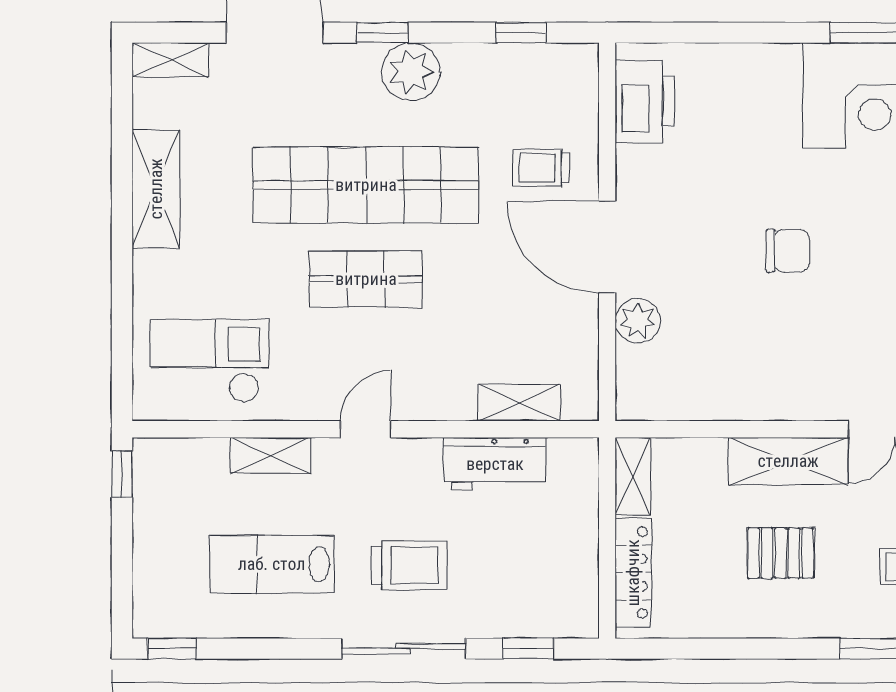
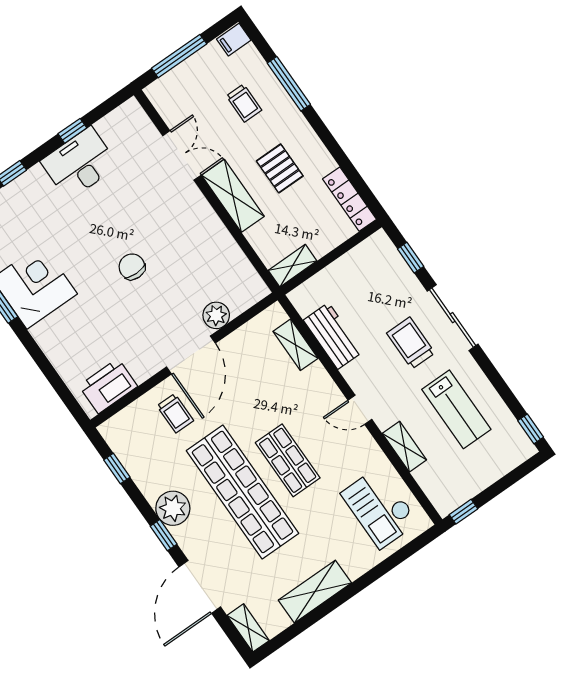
locker: (633, 573) -> (349, 199), moved, turned -90

